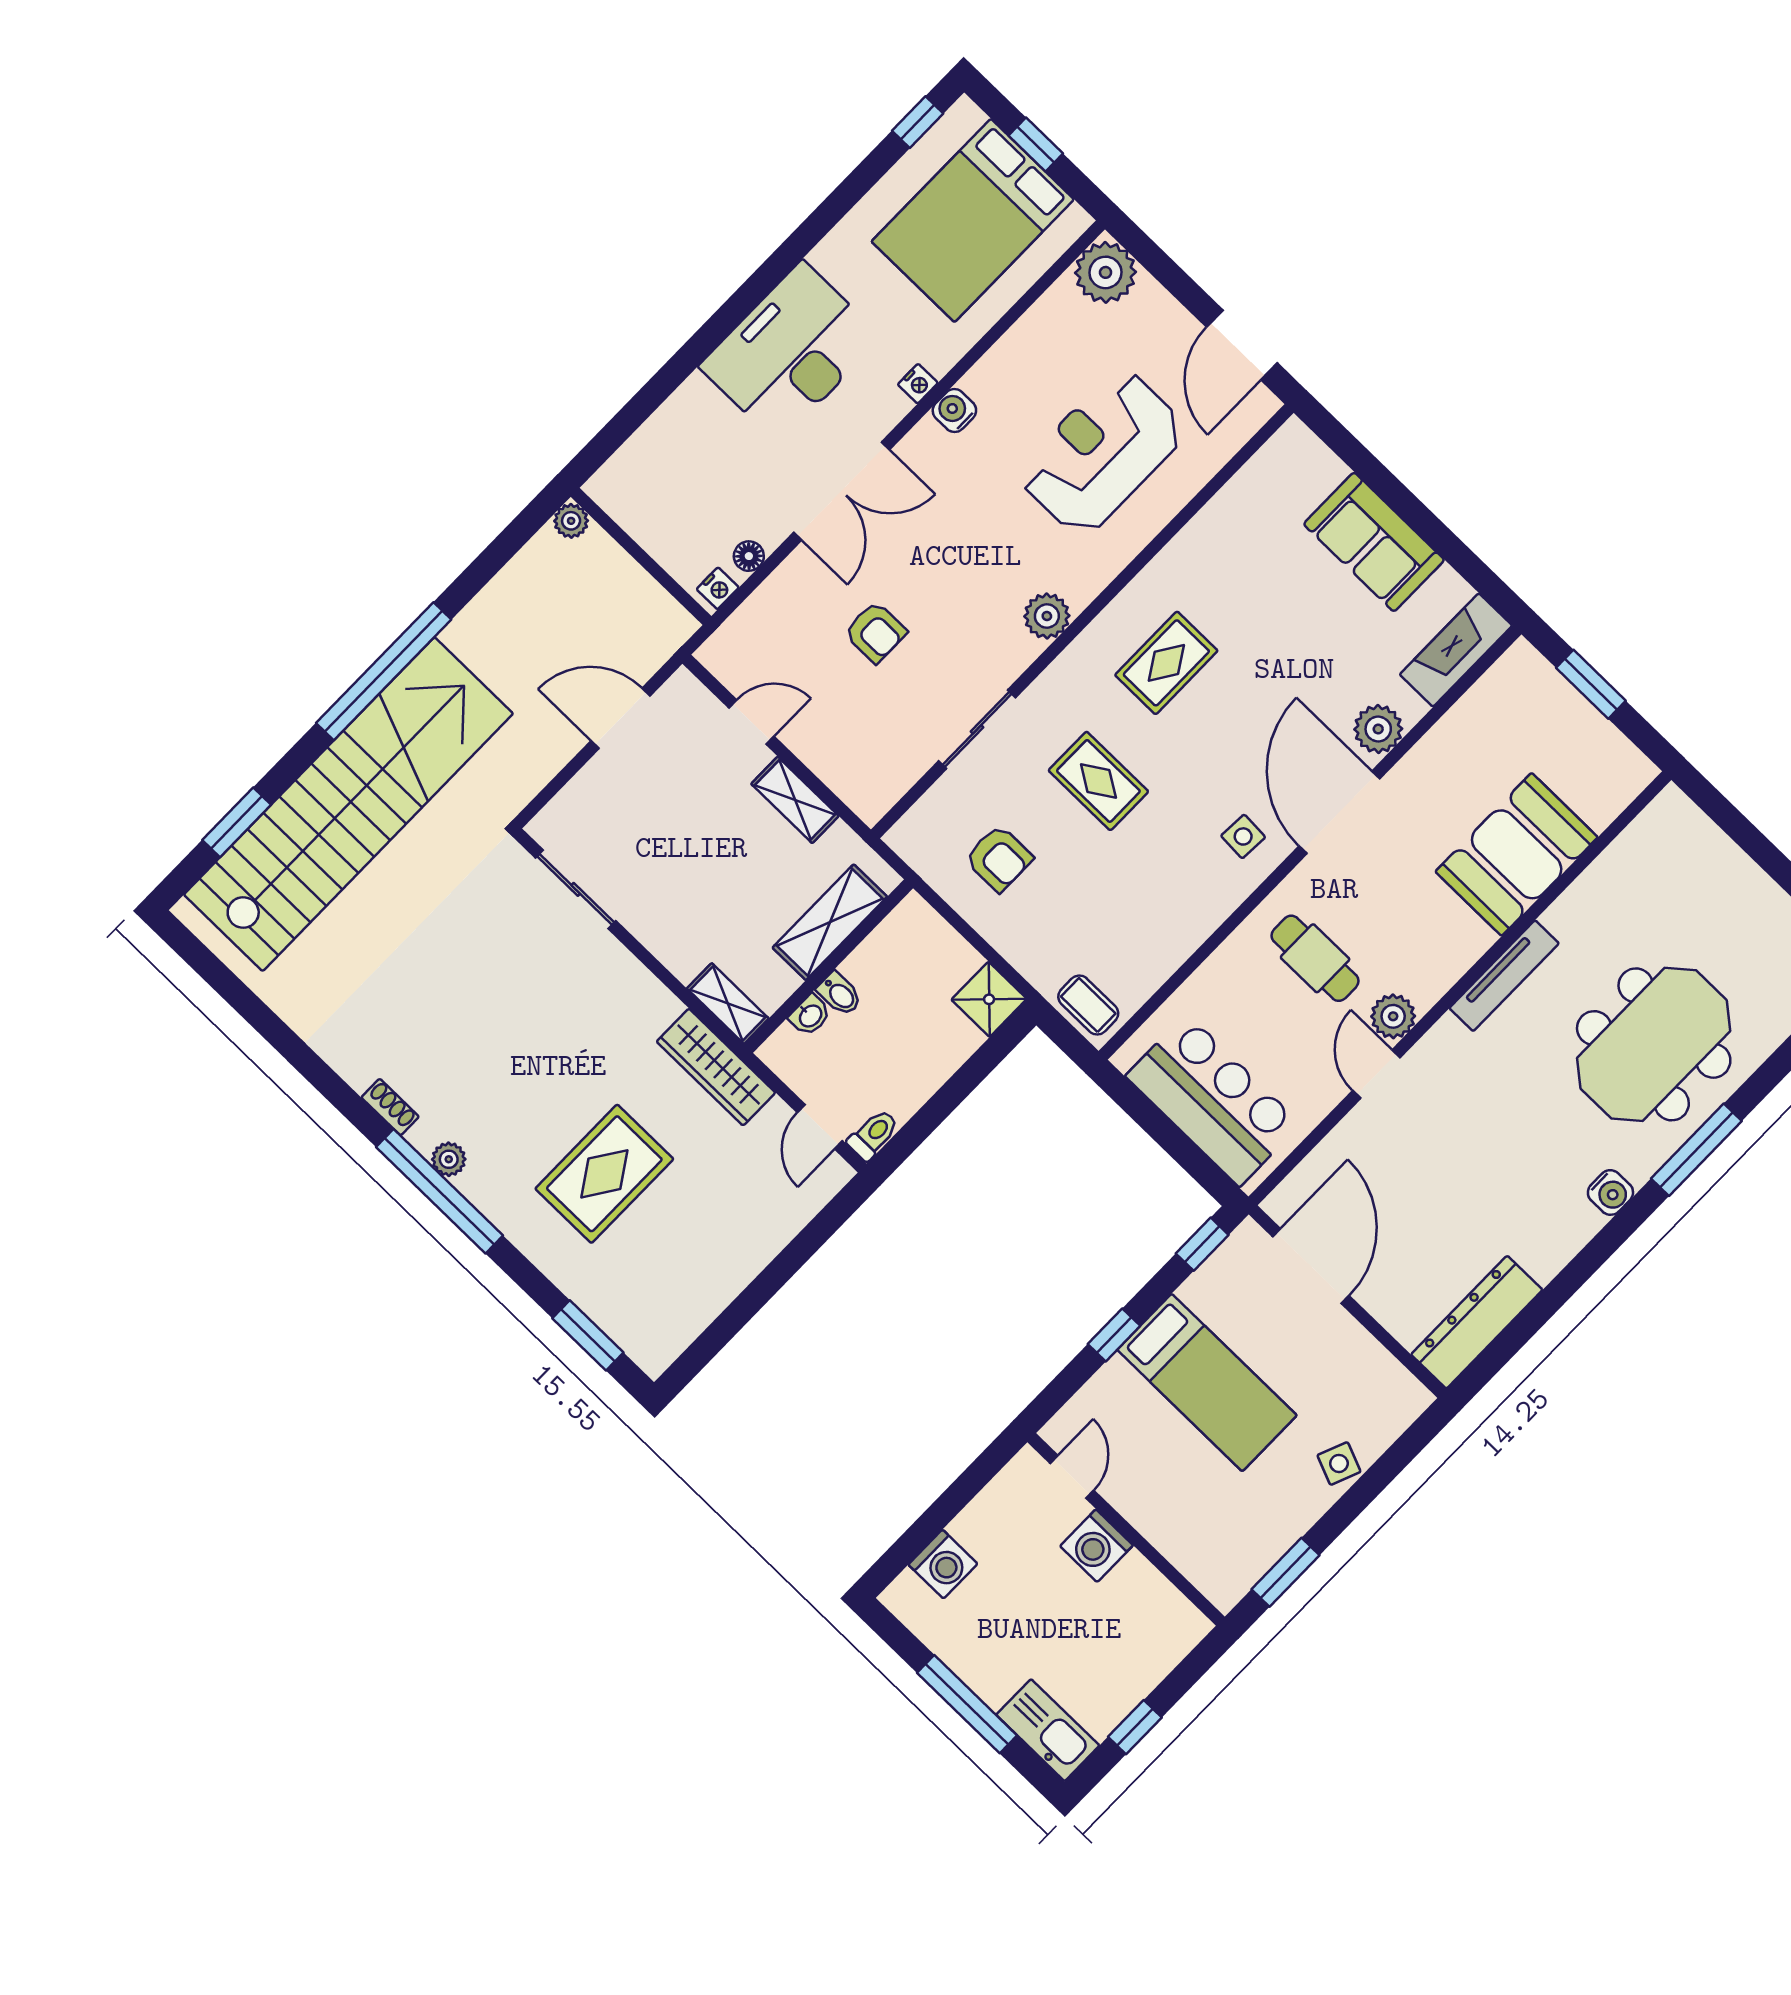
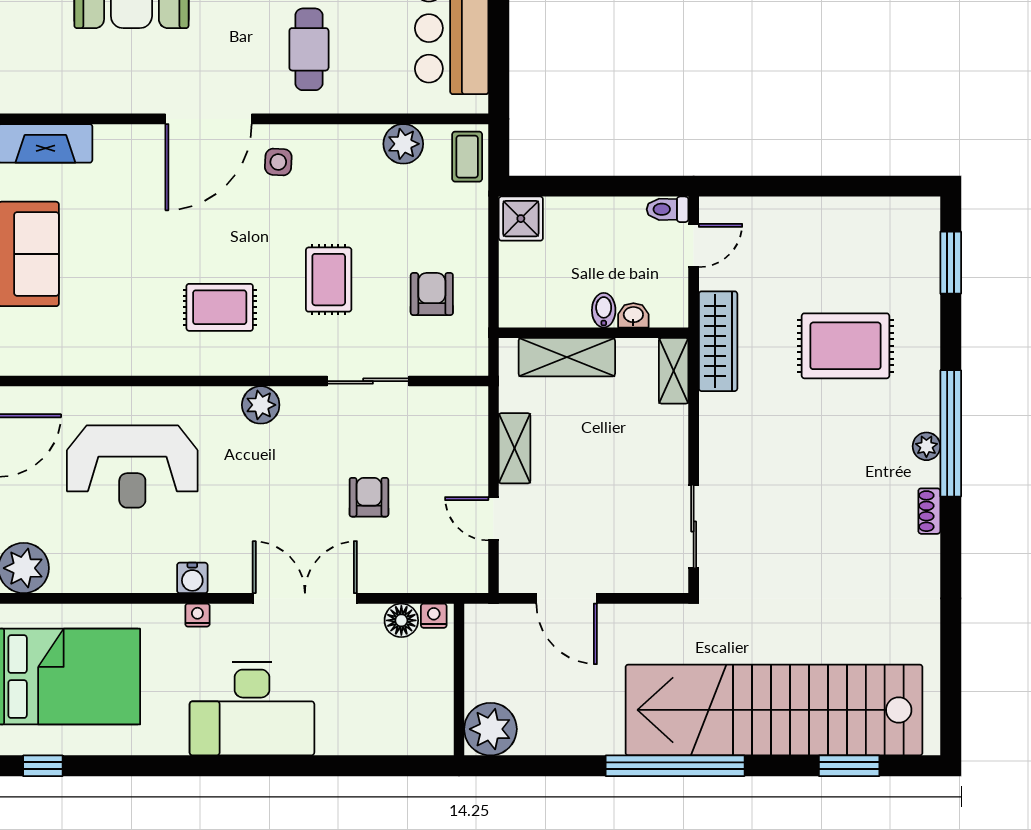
plant: (571, 521) -> (490, 729), width x1.88, depth x1.88
floor lamp: (749, 556) -> (401, 620), width x1.37, depth x1.37
plant: (1378, 729) -> (403, 144), moved

